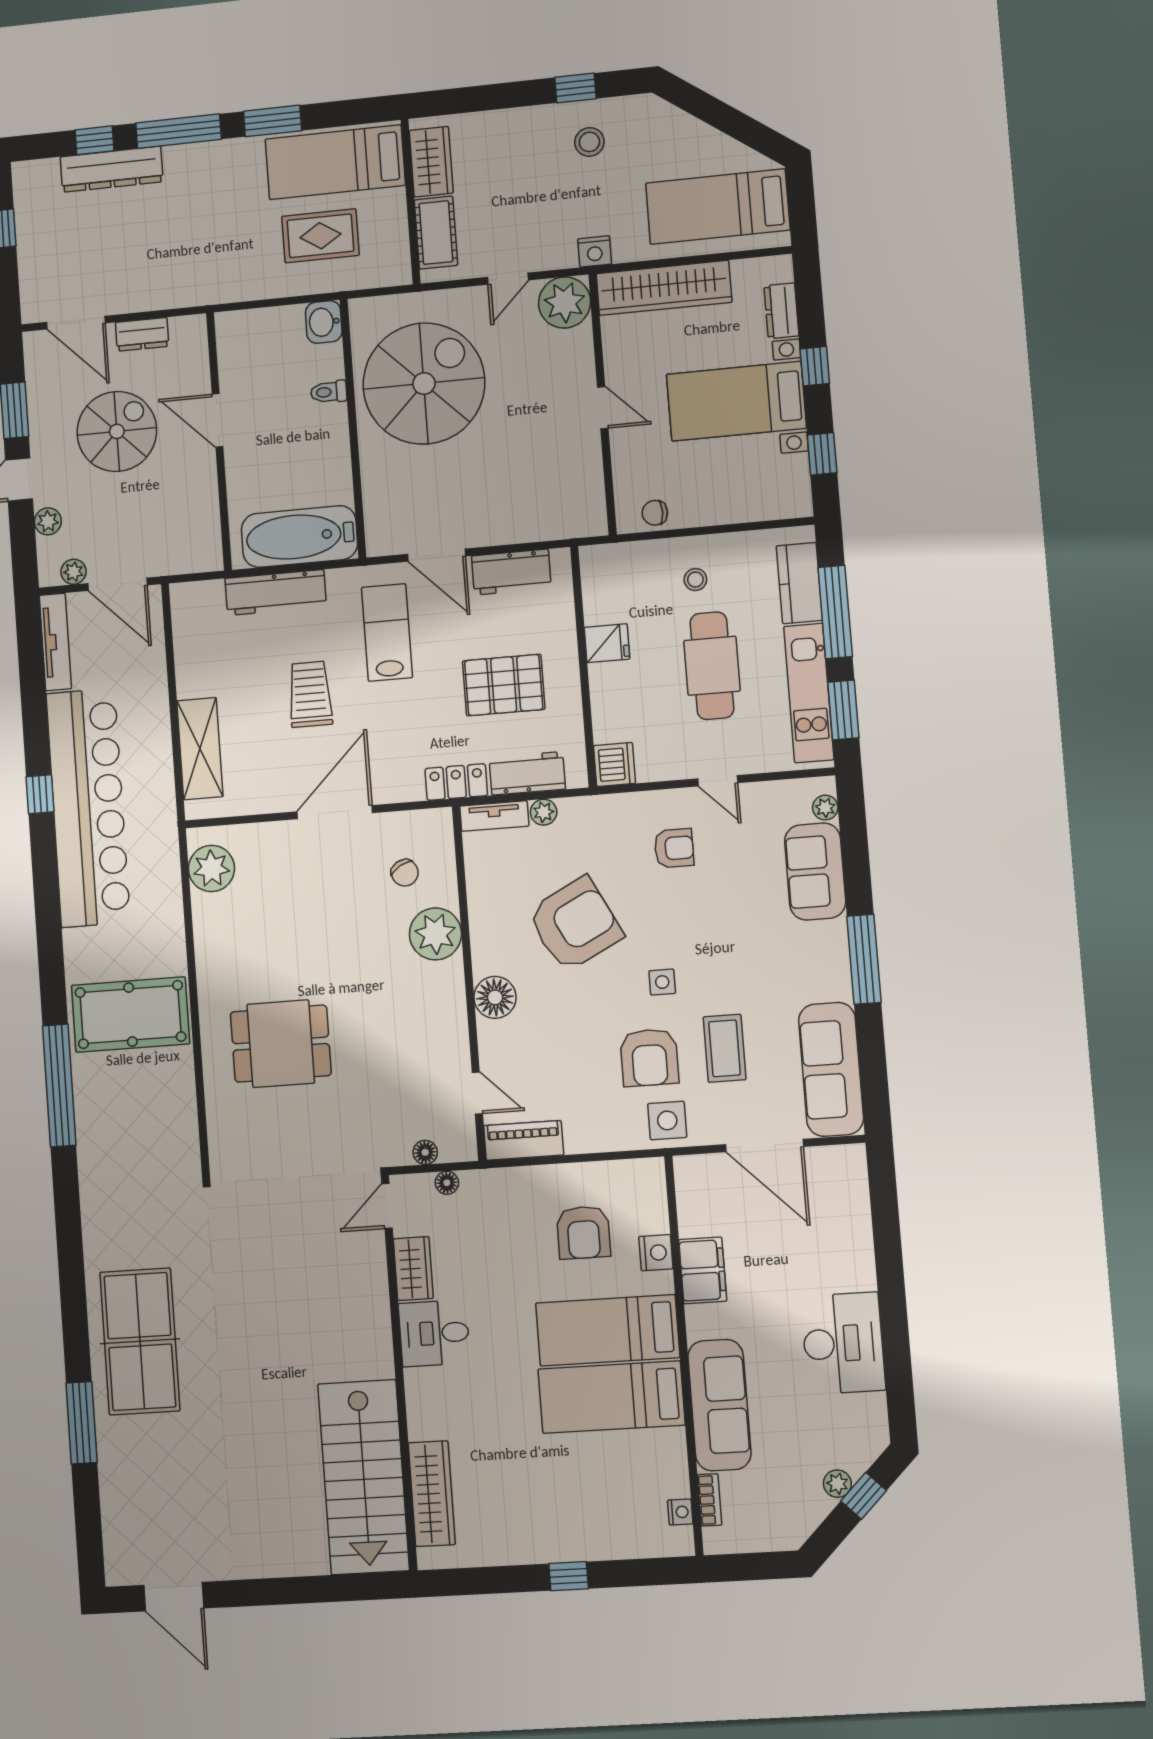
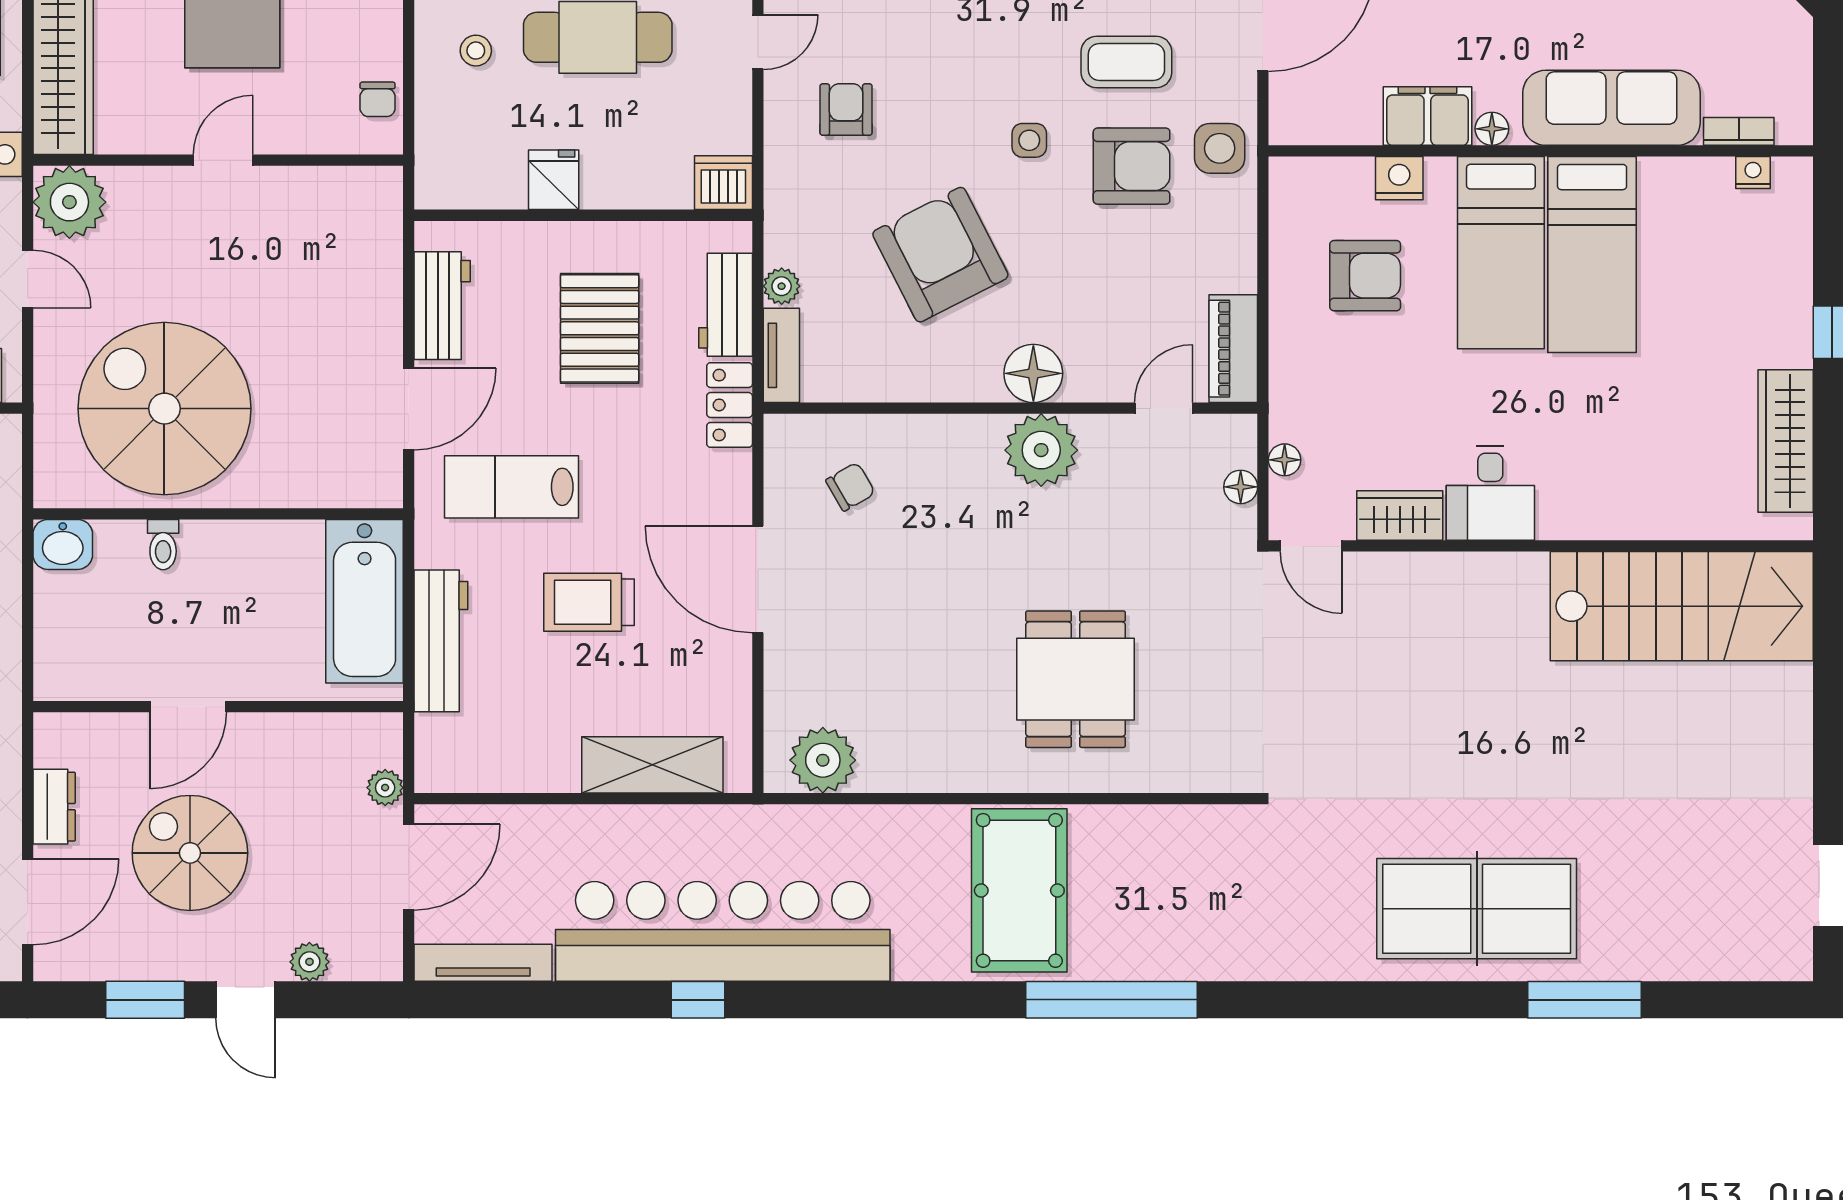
plant: (74, 572) -> (385, 788), moved
plant: (435, 934) -> (1041, 450), moved
floor lamp: (697, 1318) -> (1492, 129), added
wardrobe: (432, 1494) -> (1786, 441), moved, turned -90

